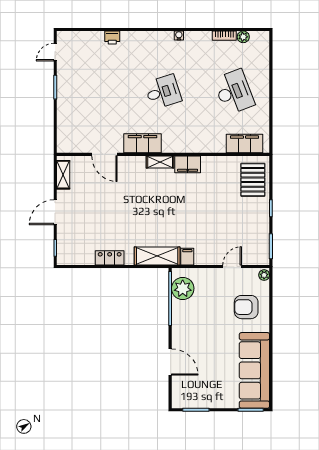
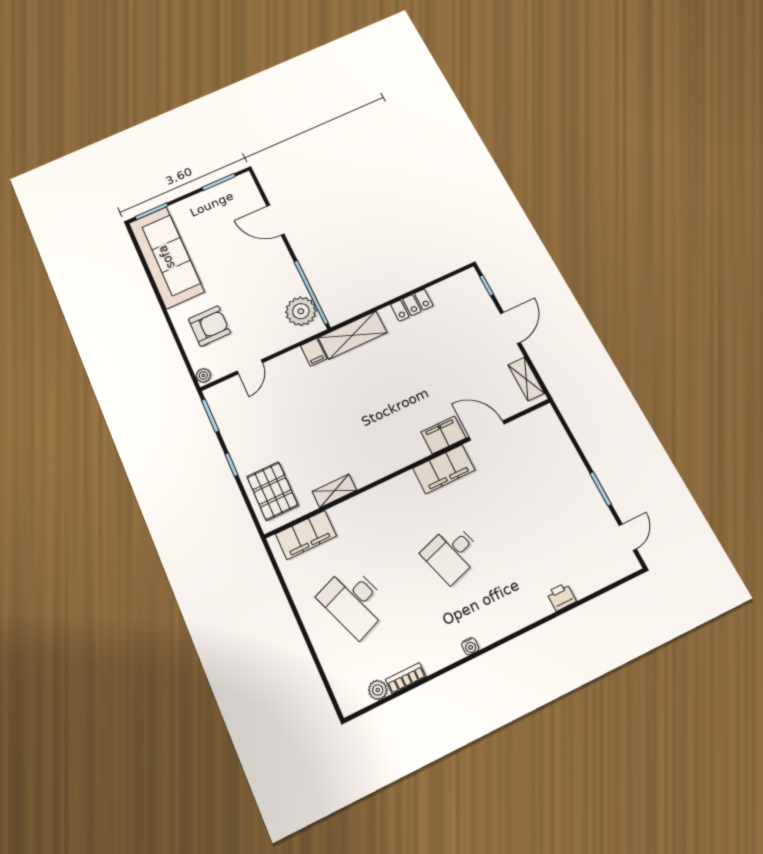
shelving: (160, 162) -> (334, 491), moved
filing cabinet: (188, 164) -> (443, 435), moved

